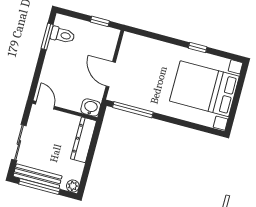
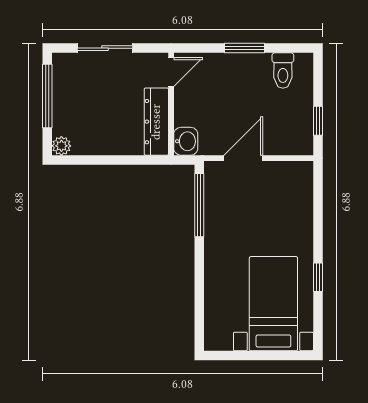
window: (47, 37) -> (245, 48), moved
bed with nightstands: (204, 89) -> (273, 304), width x0.73
dresser: (83, 140) -> (156, 122), moved, turned -90
bench: (38, 176) -> (62, 89), removed

